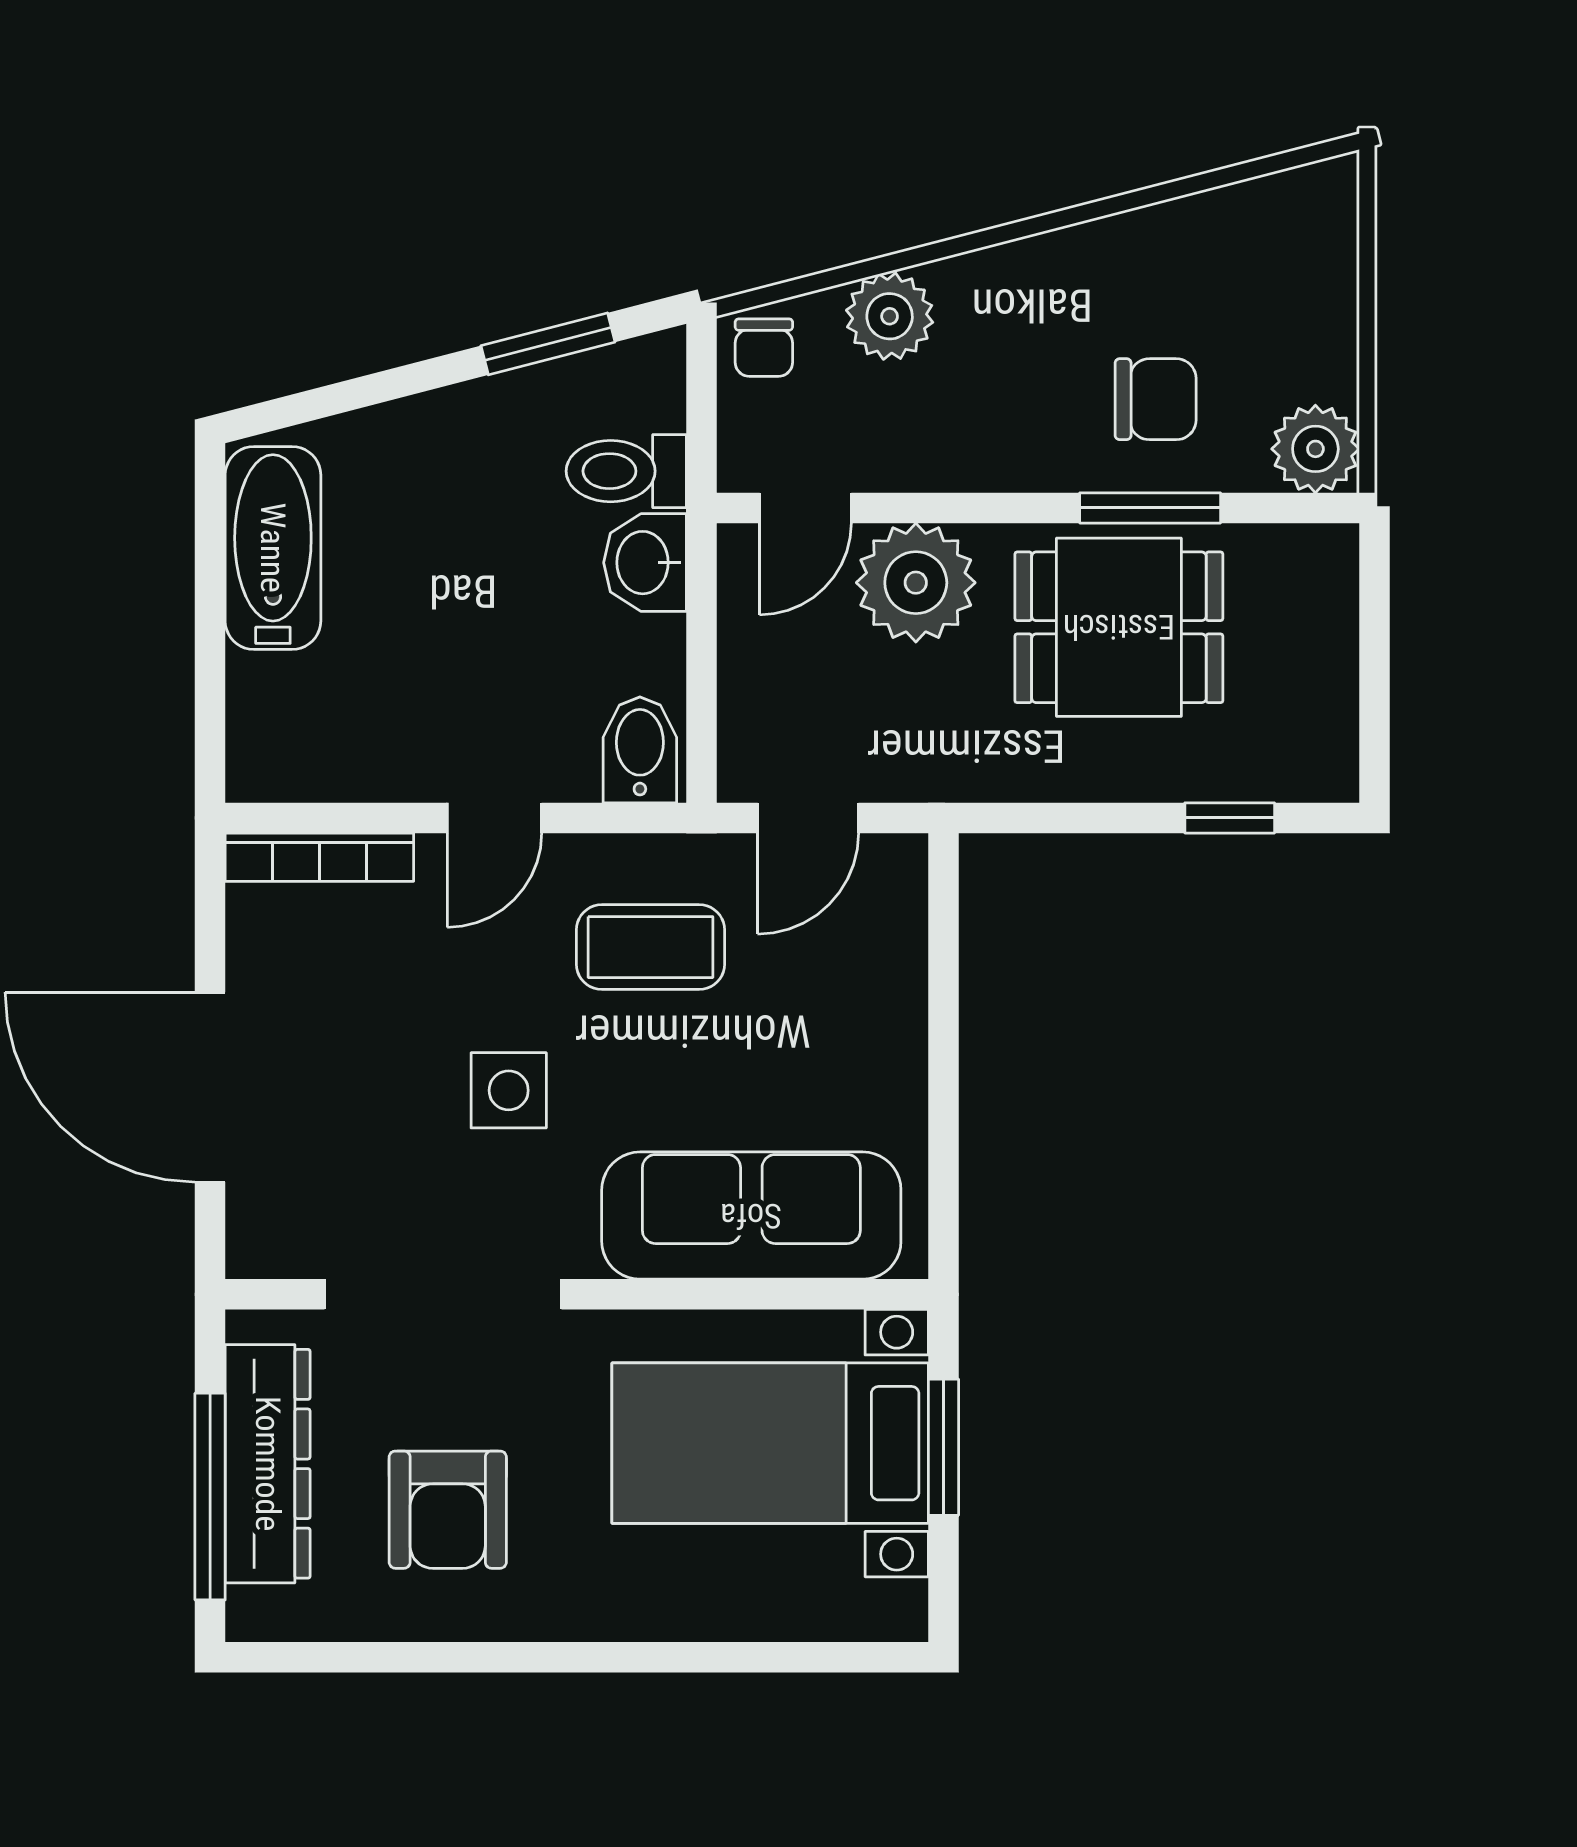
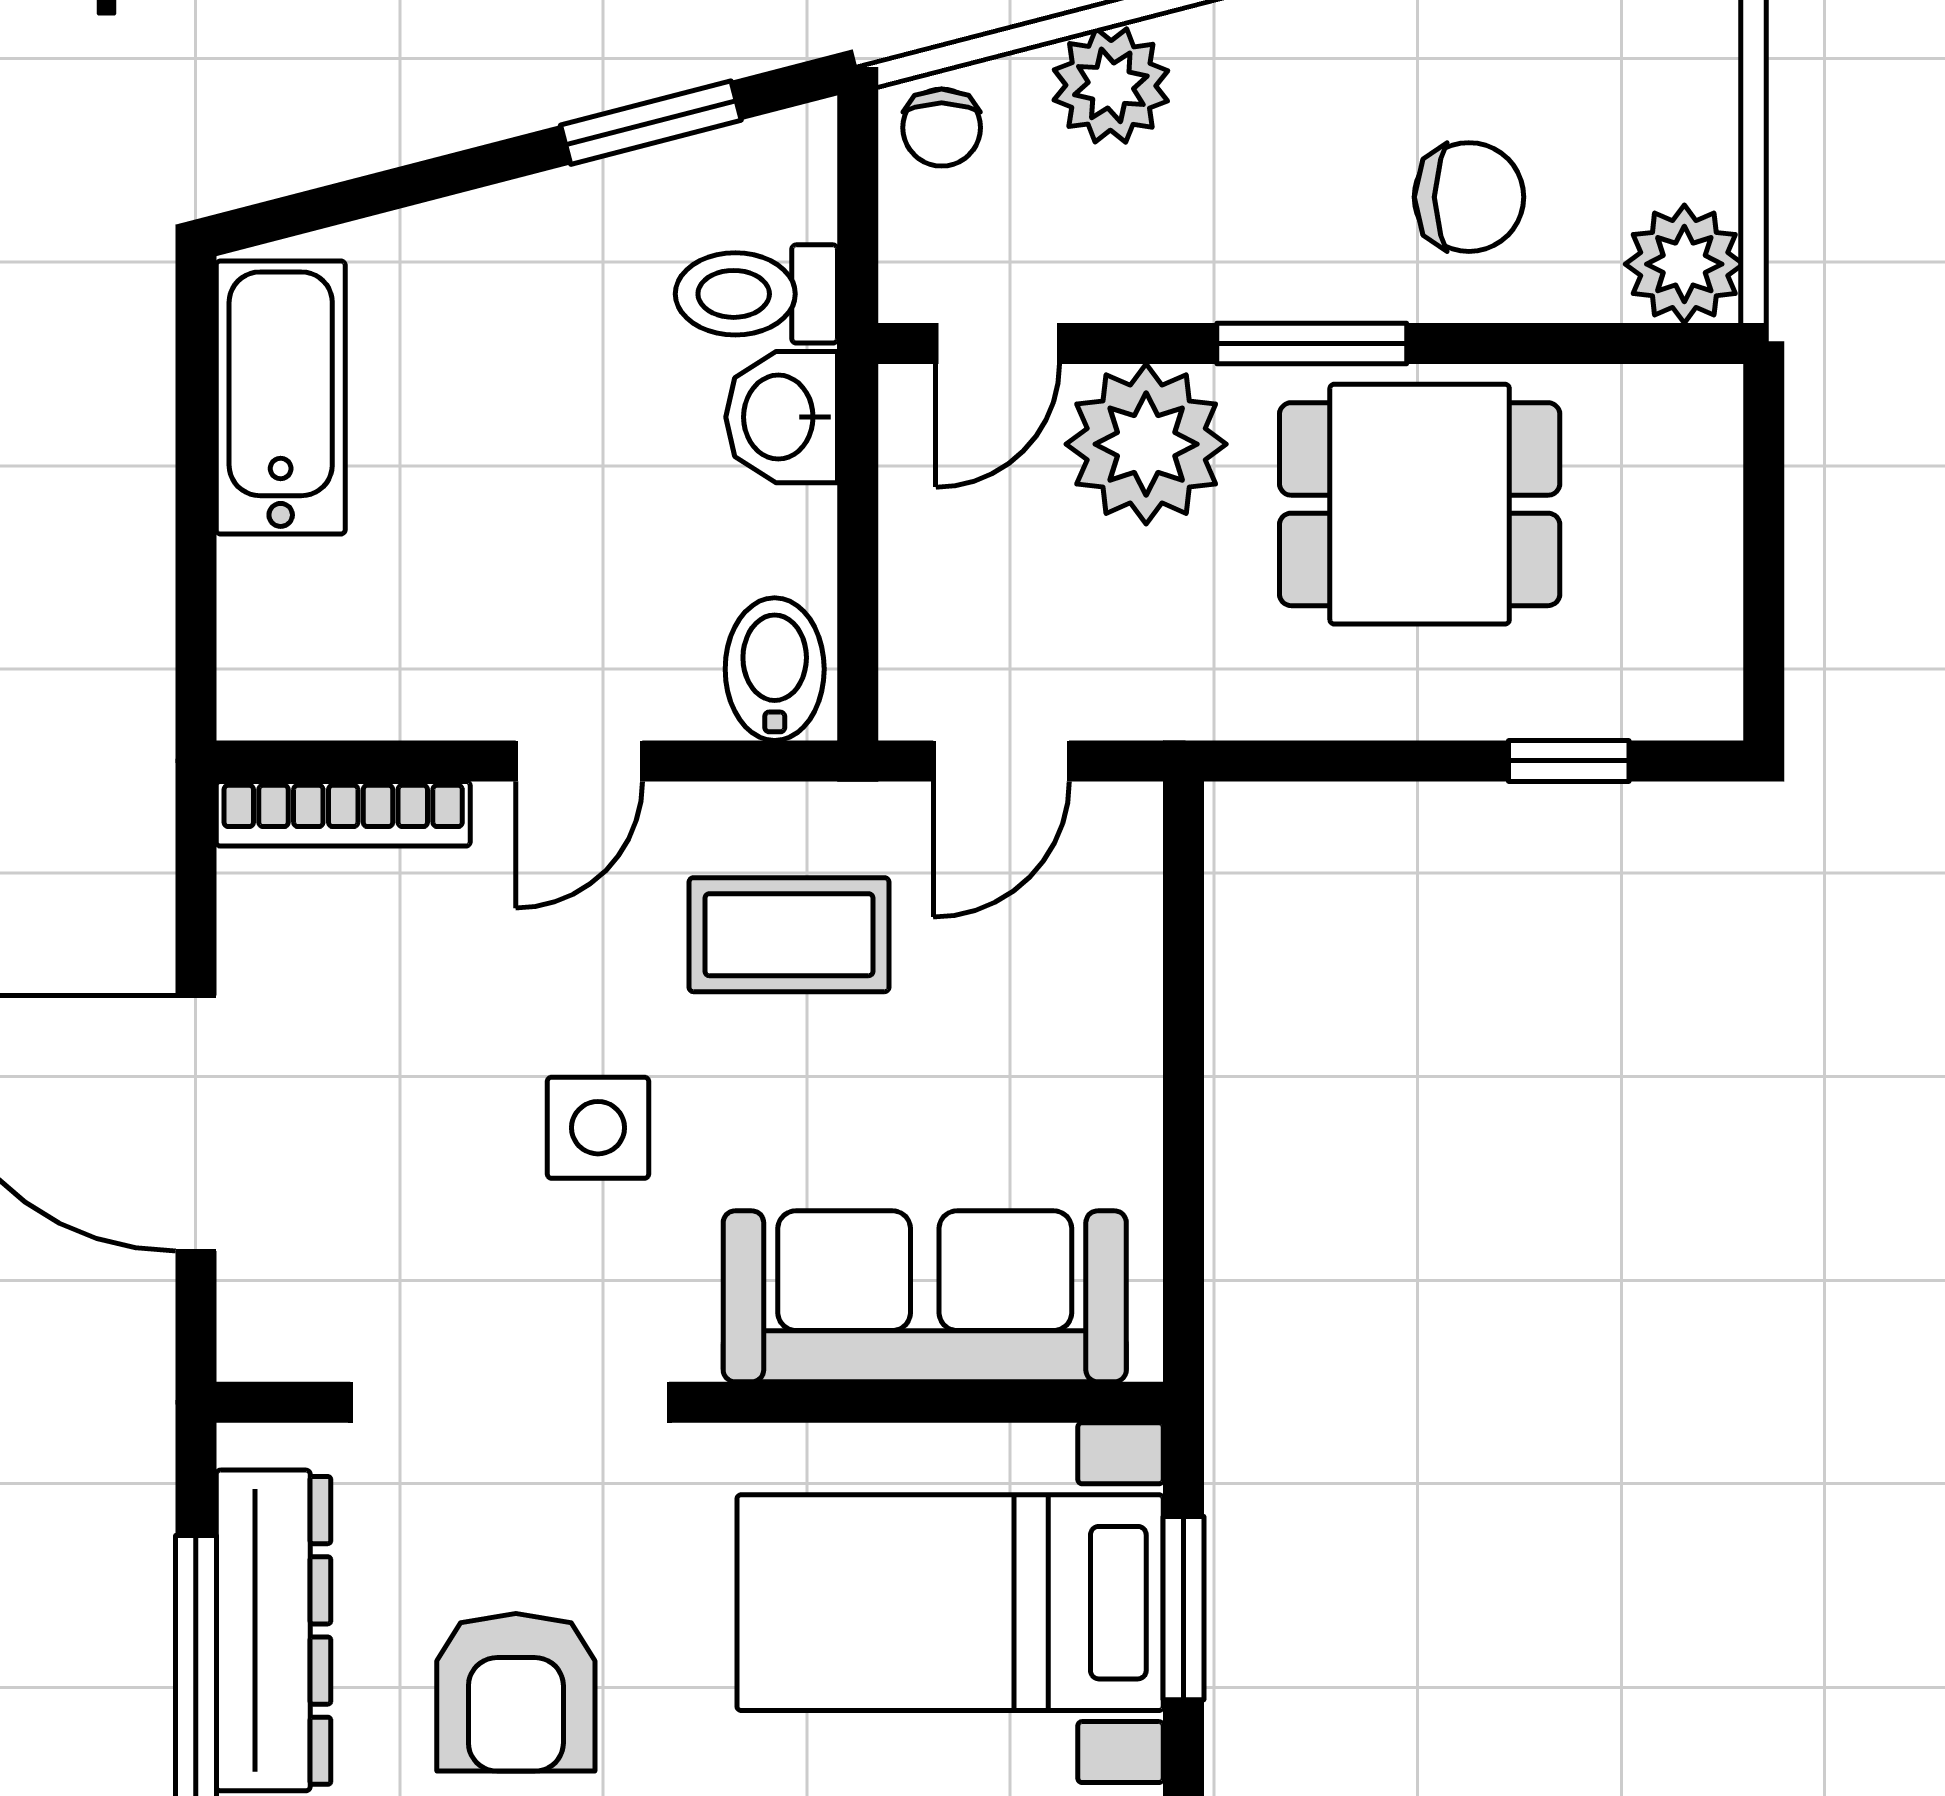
window: (1150, 508) -> (1312, 343), moved

